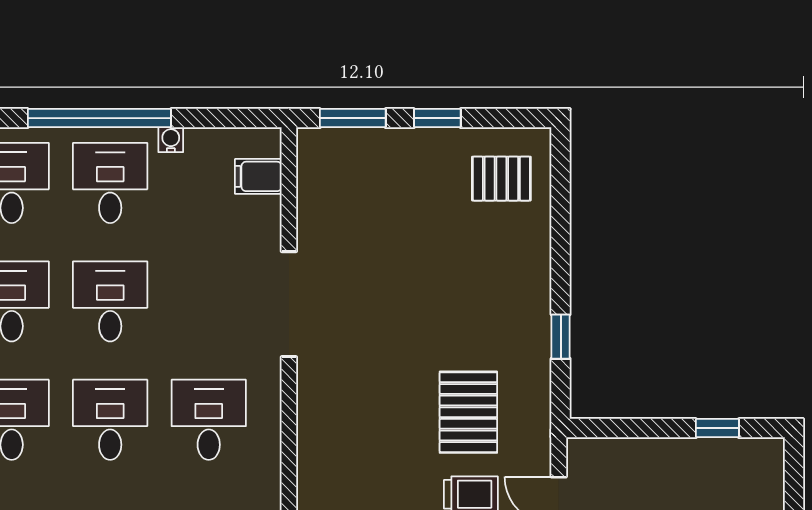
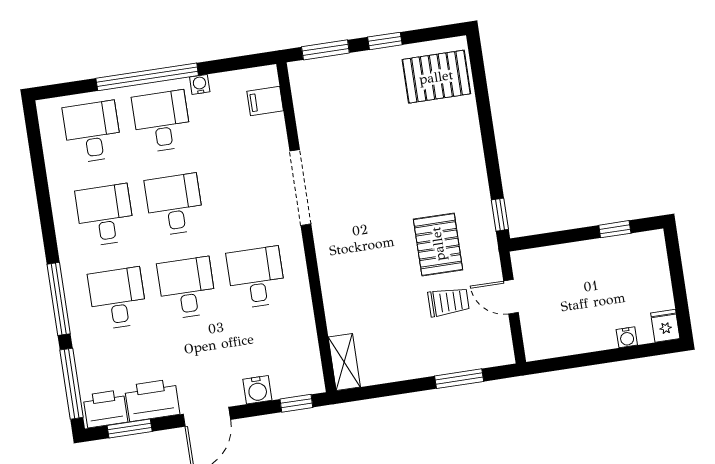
pallet: (501, 179) -> (436, 77), width x1.50, depth x1.42
window: (561, 337) -> (500, 215), moved

